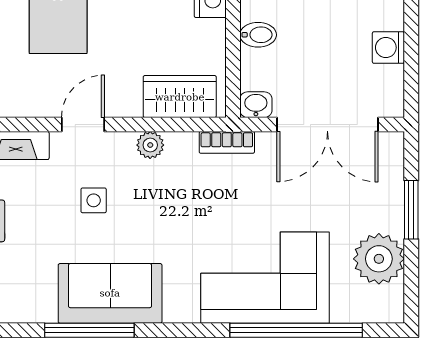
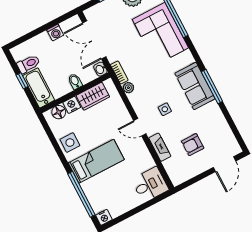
wardrobe: (180, 97) -> (93, 96), moved, turned -90
double door: (327, 125) -> (94, 40), swing flipped
plant: (150, 145) -> (128, 88), moved

